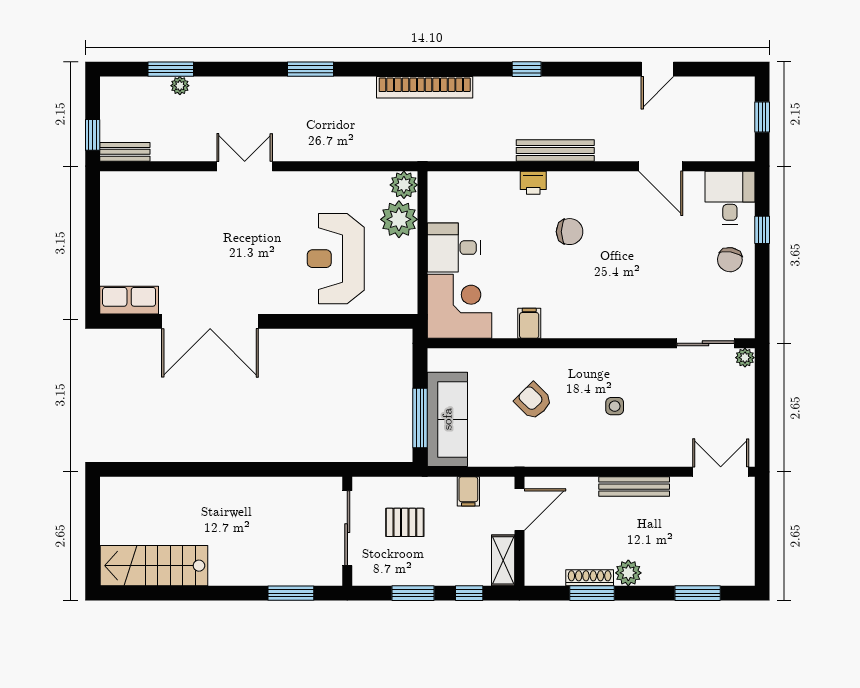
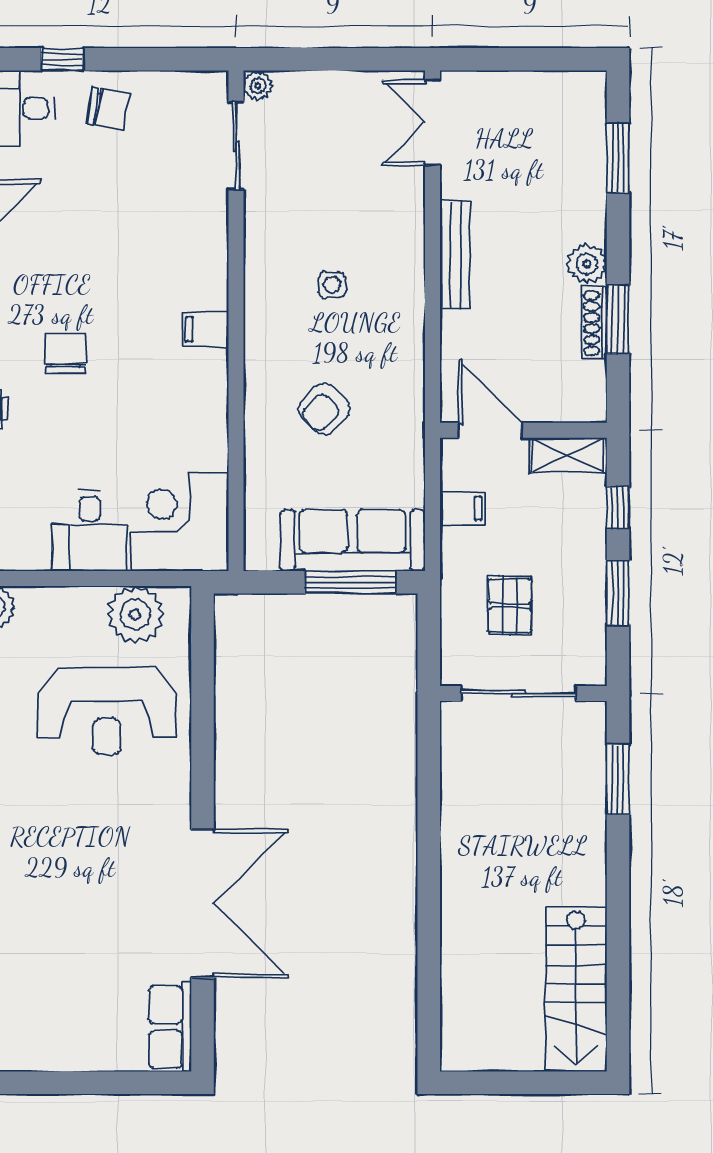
plant: (399, 219) -> (135, 614), moved
filing cabinet: (529, 323) -> (205, 329), moved

